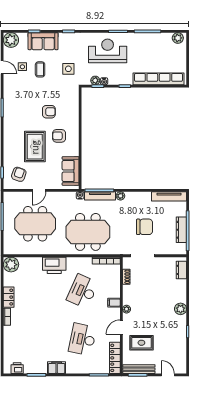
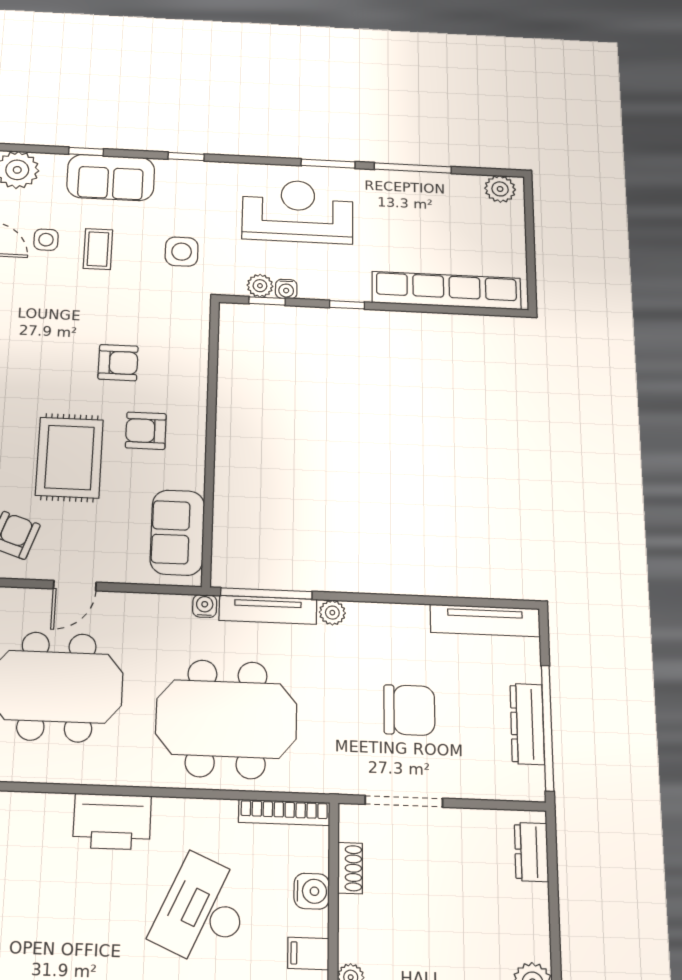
water cooler: (115, 284) -> (312, 891), added

